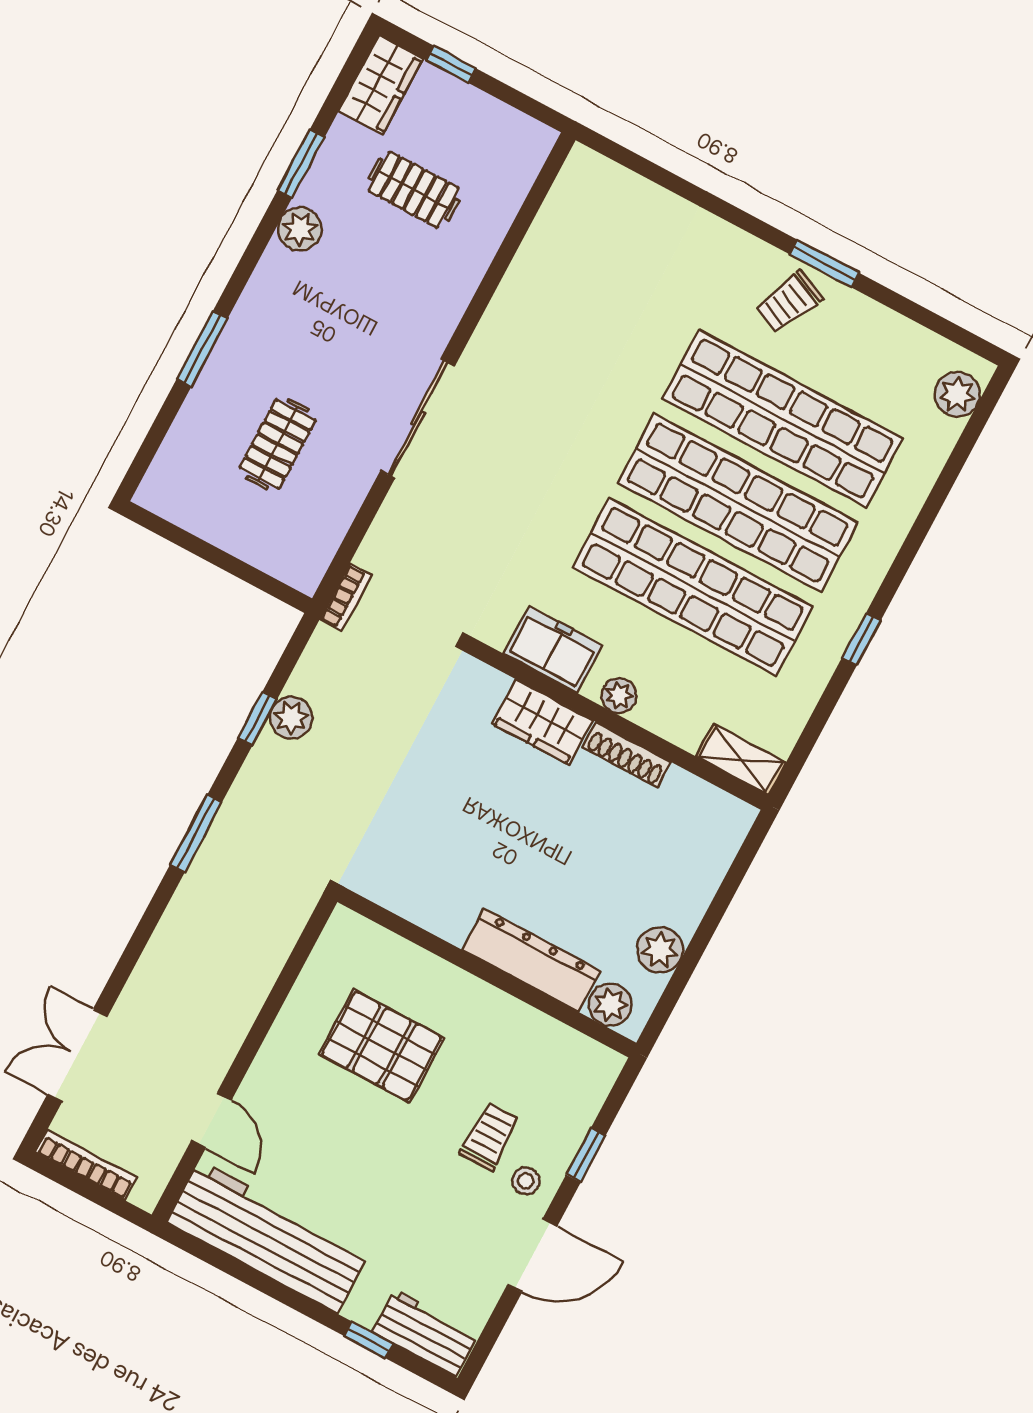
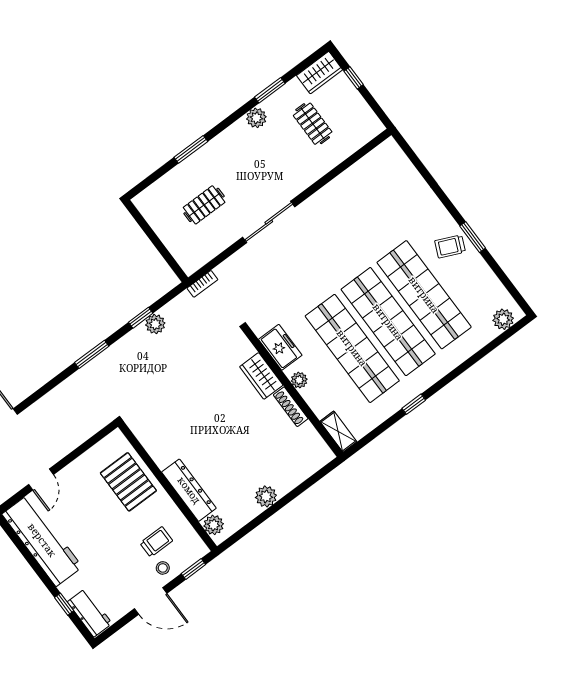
dresser: (531, 960) -> (189, 490), moved
wall: (487, 972) -> (168, 487), moved
plant: (610, 1005) -> (214, 525), moved

